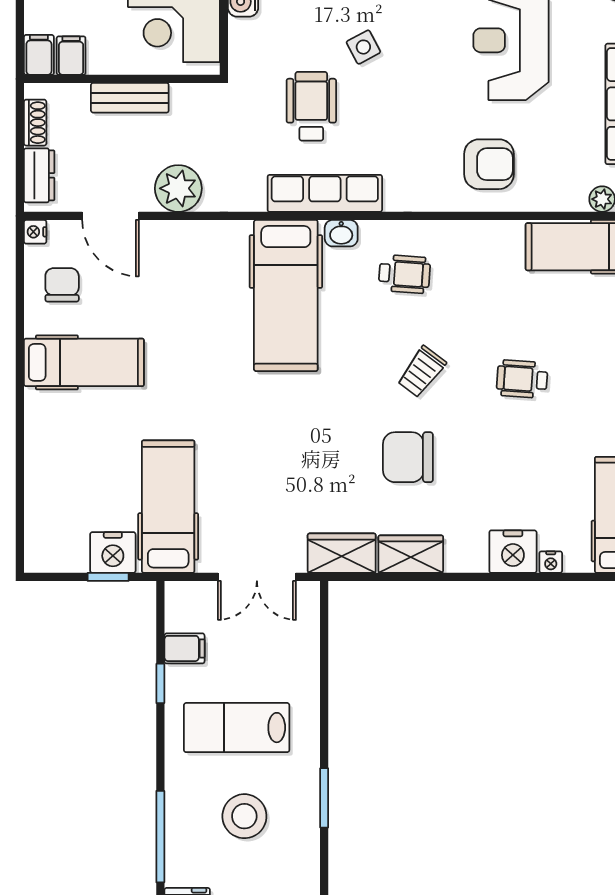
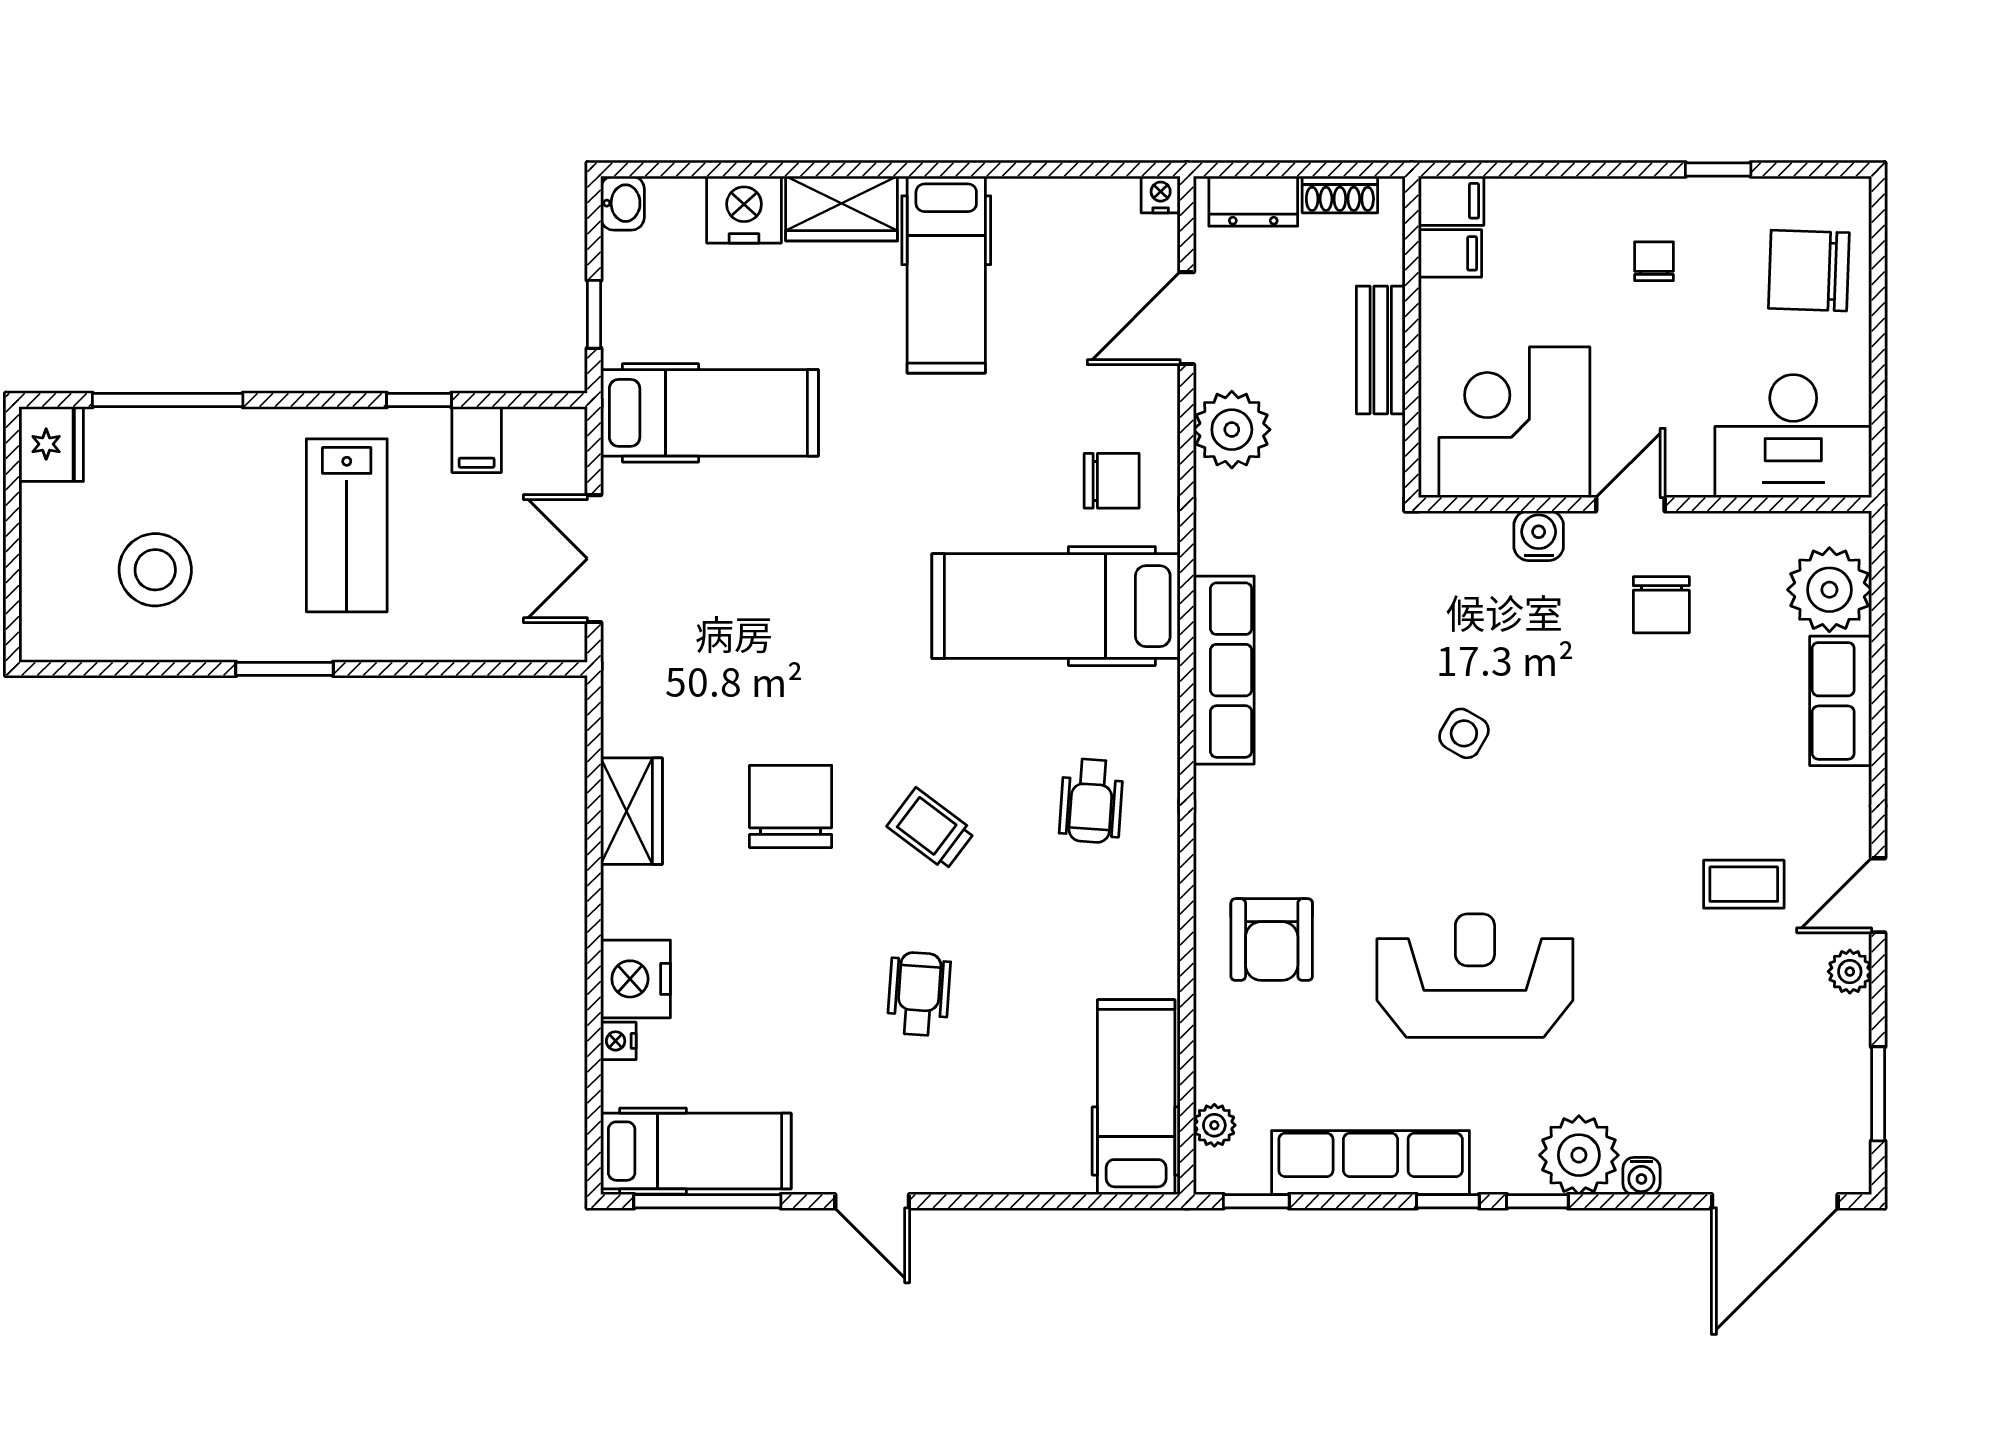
side table: (363, 47) -> (1464, 733), turned -32
wheelchair: (311, 106) -> (1367, 648), removed
washbasin: (341, 233) -> (622, 203), moved, turned 180
chair: (62, 285) -> (1112, 481), moved
nightstand: (113, 552) -> (744, 210), moved, turned 90
wardrobe: (342, 553) -> (842, 209), moved, turned 90
lab bench: (237, 728) -> (347, 525), turned 180
window: (324, 798) -> (285, 669), moved
stool: (244, 816) -> (155, 570), moved

